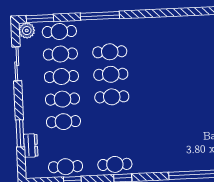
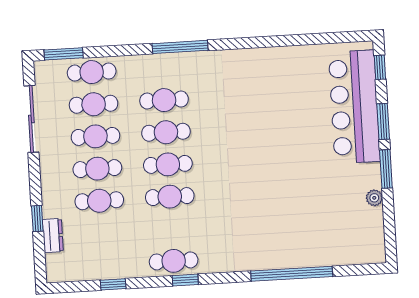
window: (100, 16) -> (180, 47), moved
plant: (27, 31) -> (45, 71), removed
sliding door: (17, 64) -> (31, 119), width x1.37
window: (20, 133) -> (37, 218), width x0.67
cafe table: (66, 167) -> (170, 197), moved

